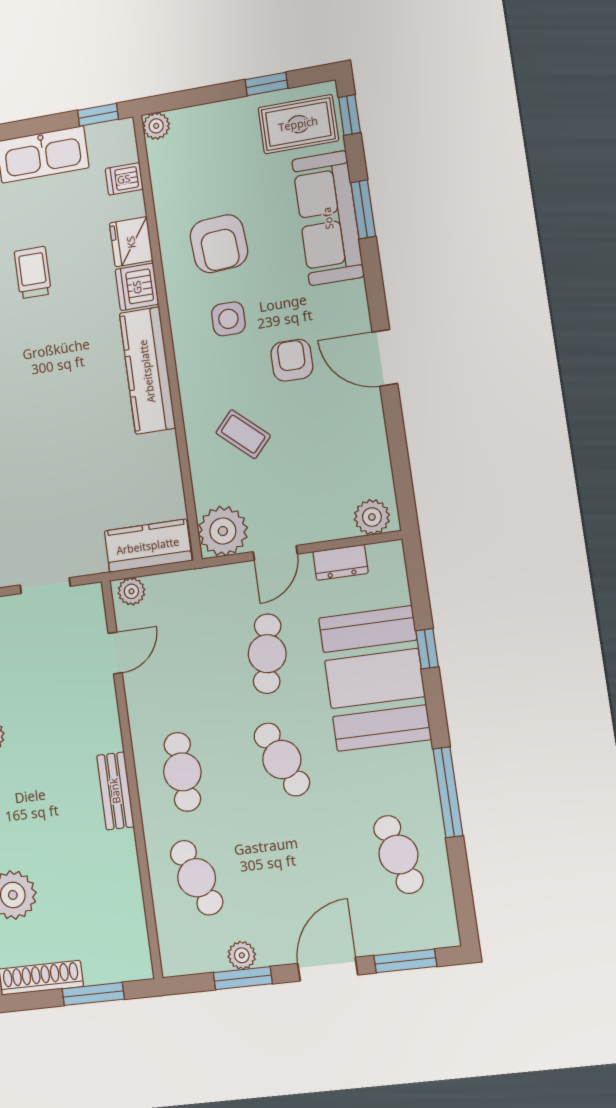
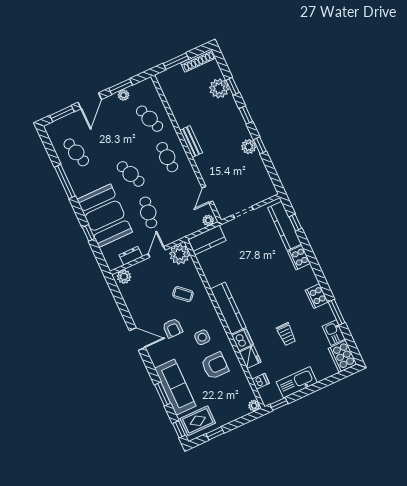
armchair: (219, 244) -> (215, 366), turned 94

